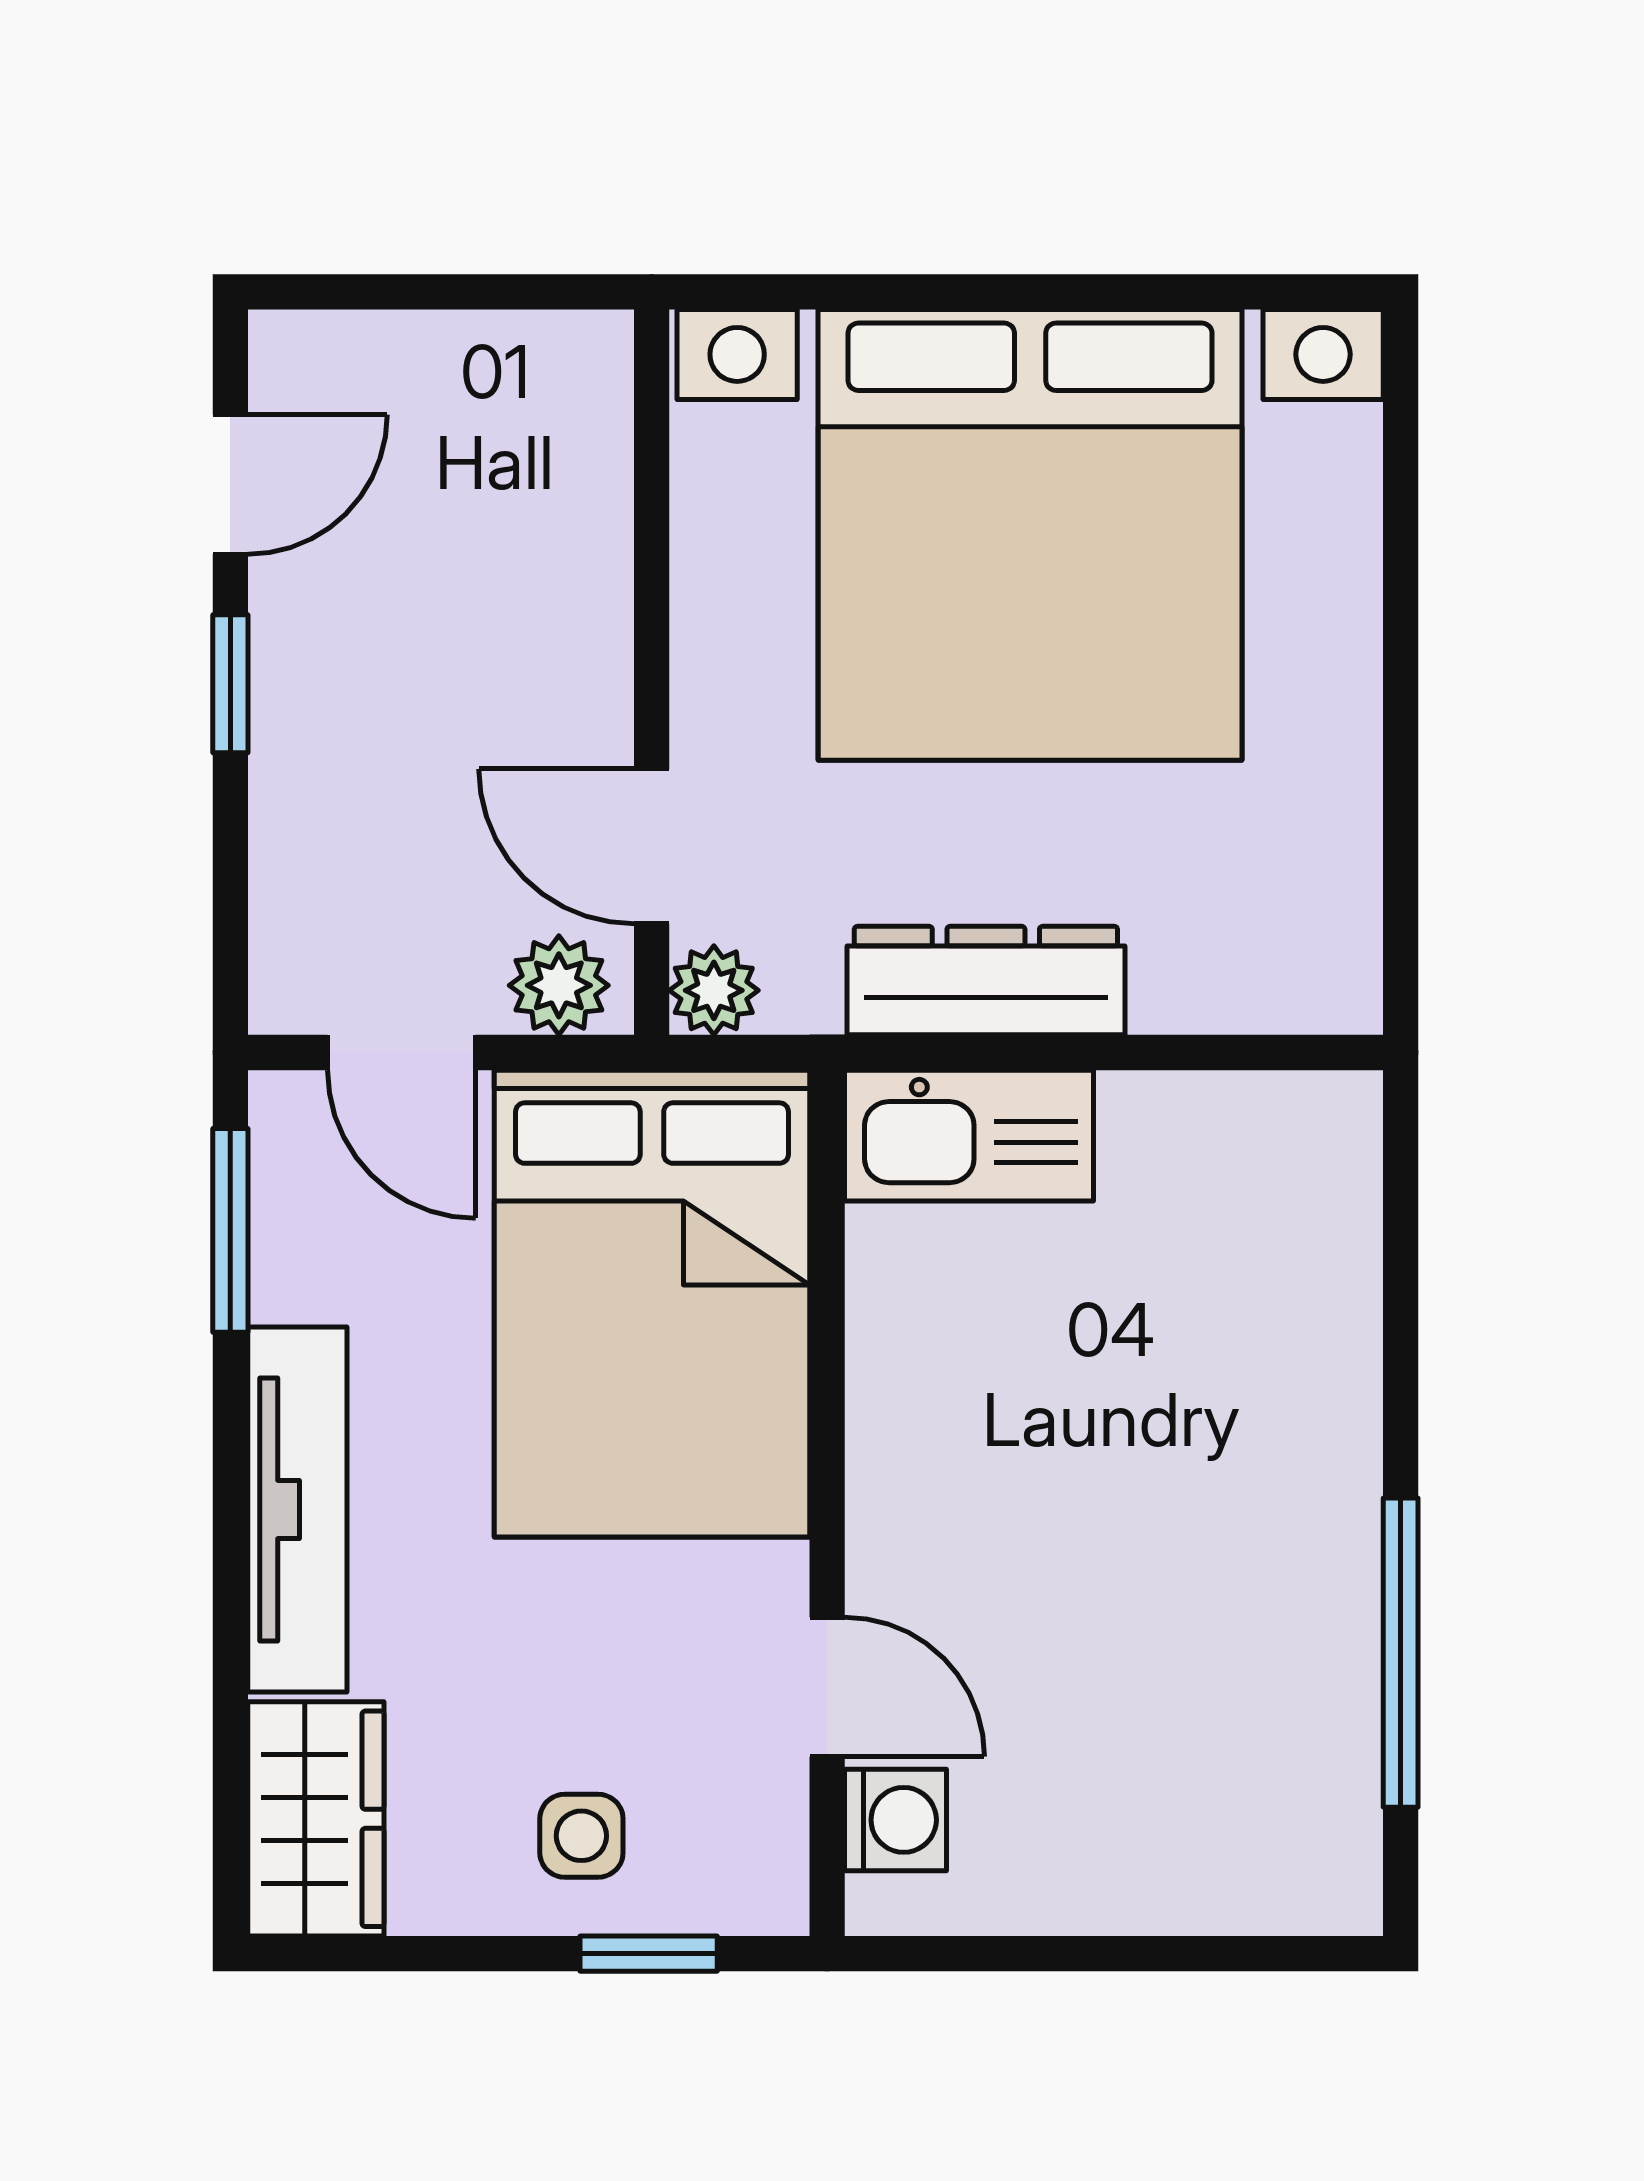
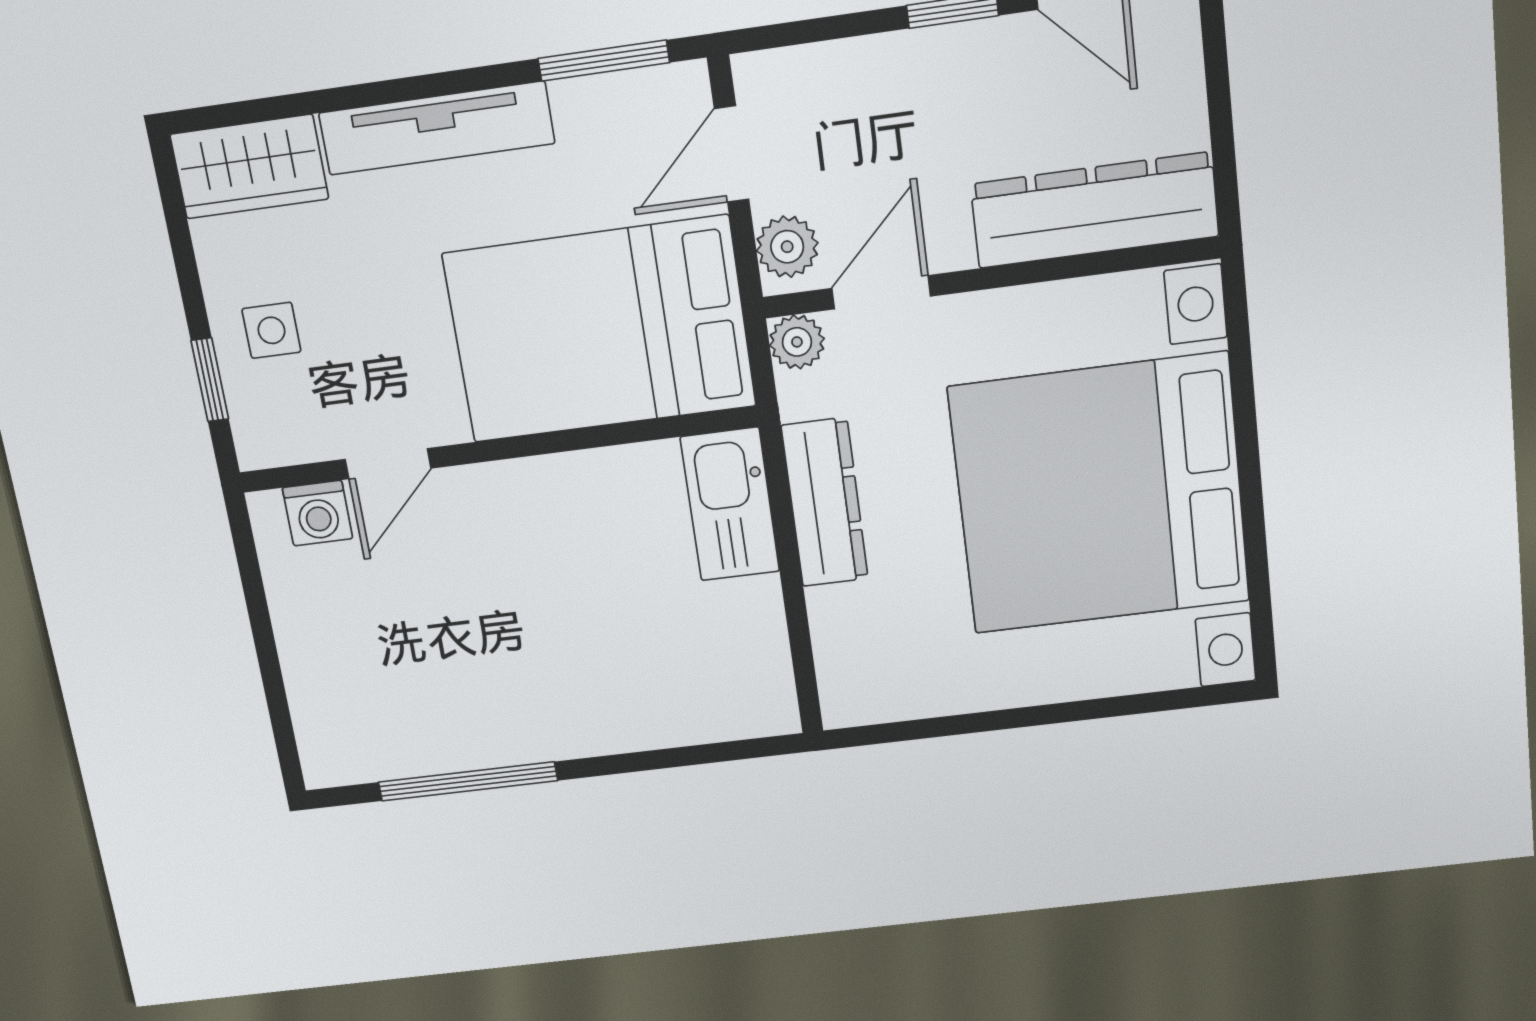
dresser: (567, 498) -> (1095, 210), added

